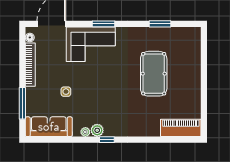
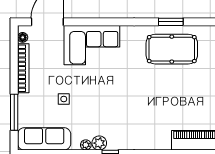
window: (104, 24) -> (107, 22), removed
pool table: (154, 74) -> (172, 49), moved, turned 90

